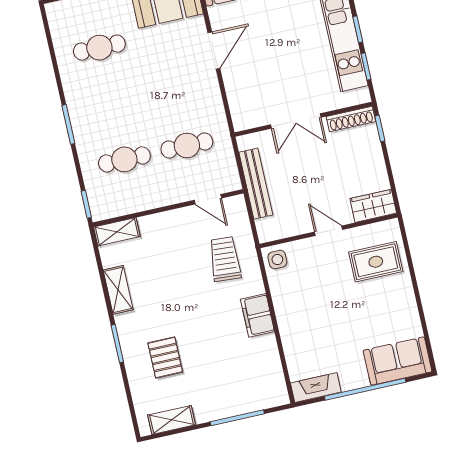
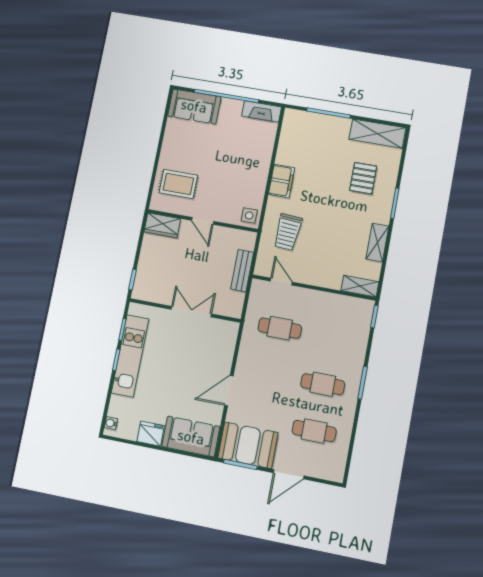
shoe rack: (351, 119) -> (150, 296), removed
cafe table: (124, 159) -> (323, 384), moved
bench: (256, 184) -> (242, 271), width x0.73
shelving: (172, 420) -> (377, 134), width x1.50, depth x1.33

